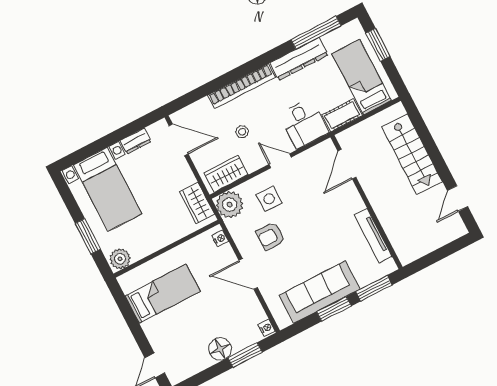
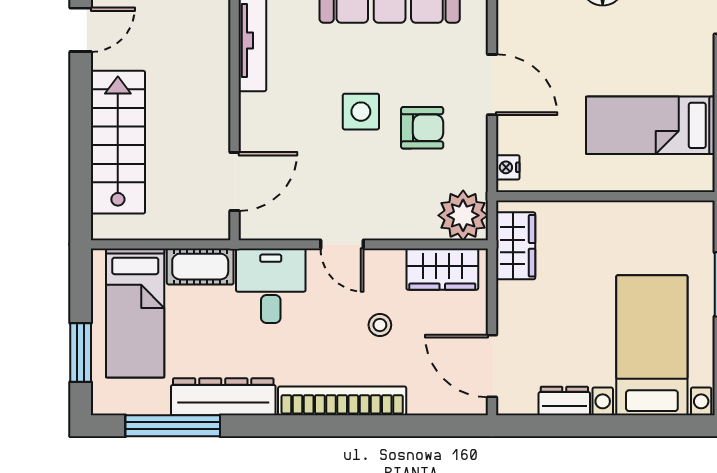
side table: (269, 199) -> (361, 112), moved
plant: (120, 259) -> (691, 219), removed

